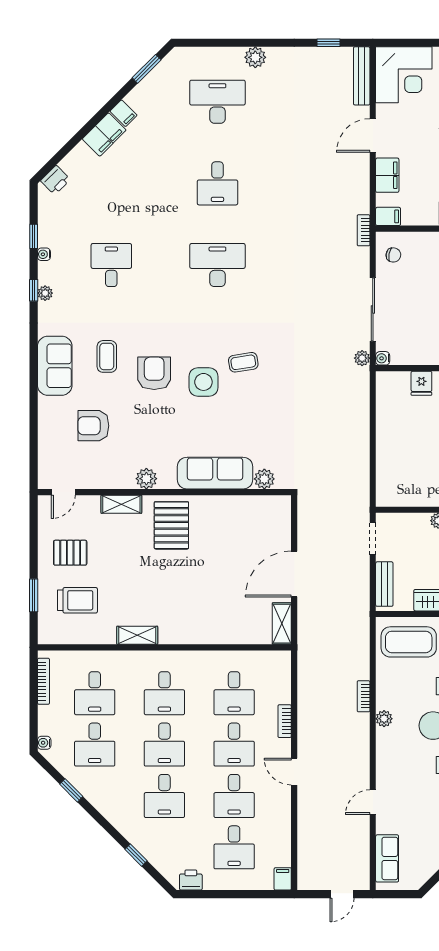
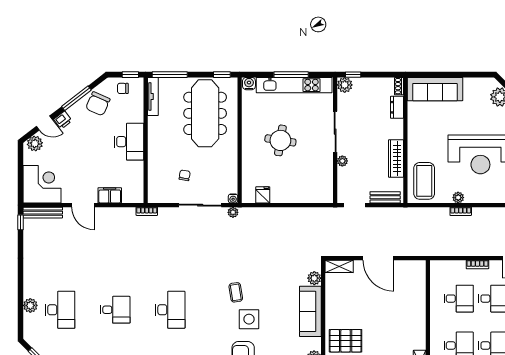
window: (329, 43) -> (20, 222), moved
plant: (255, 57) -> (30, 305), moved
desk: (217, 102) -> (60, 310), turned 180
filing cabinet: (388, 216) -> (137, 195), removed
chair: (393, 255) -> (185, 175), moved
desk: (217, 265) -> (170, 310), turned 180
fridge: (421, 383) -> (263, 195), moved, turned -90
shelving: (282, 624) -> (339, 266), moved
plant: (384, 719) -> (458, 198), moved

